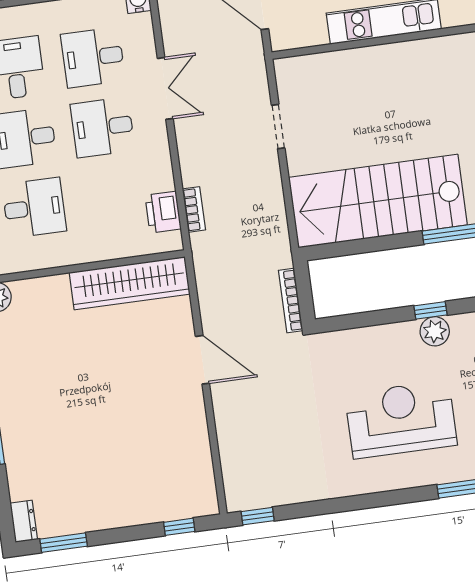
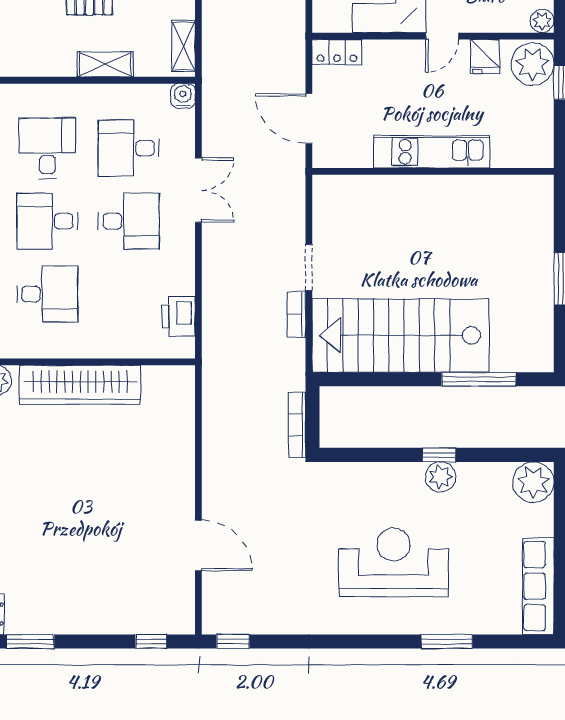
desk: (103, 127) -> (129, 221), turned 180
doorway: (278, 127) -> (309, 267), moved
bookcase: (194, 209) -> (296, 314), moved, turned 180
wardrobe: (130, 283) -> (80, 385), moved
door: (202, 360) -> (198, 545), moved

